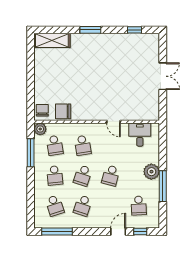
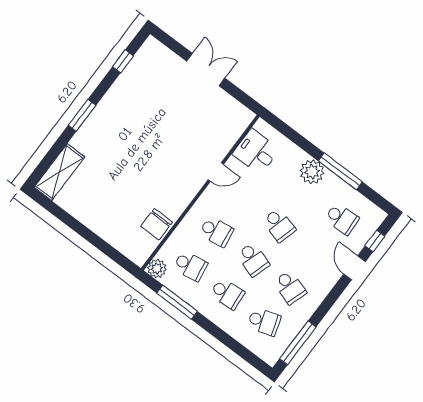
chair: (42, 110) -> (136, 249), removed

